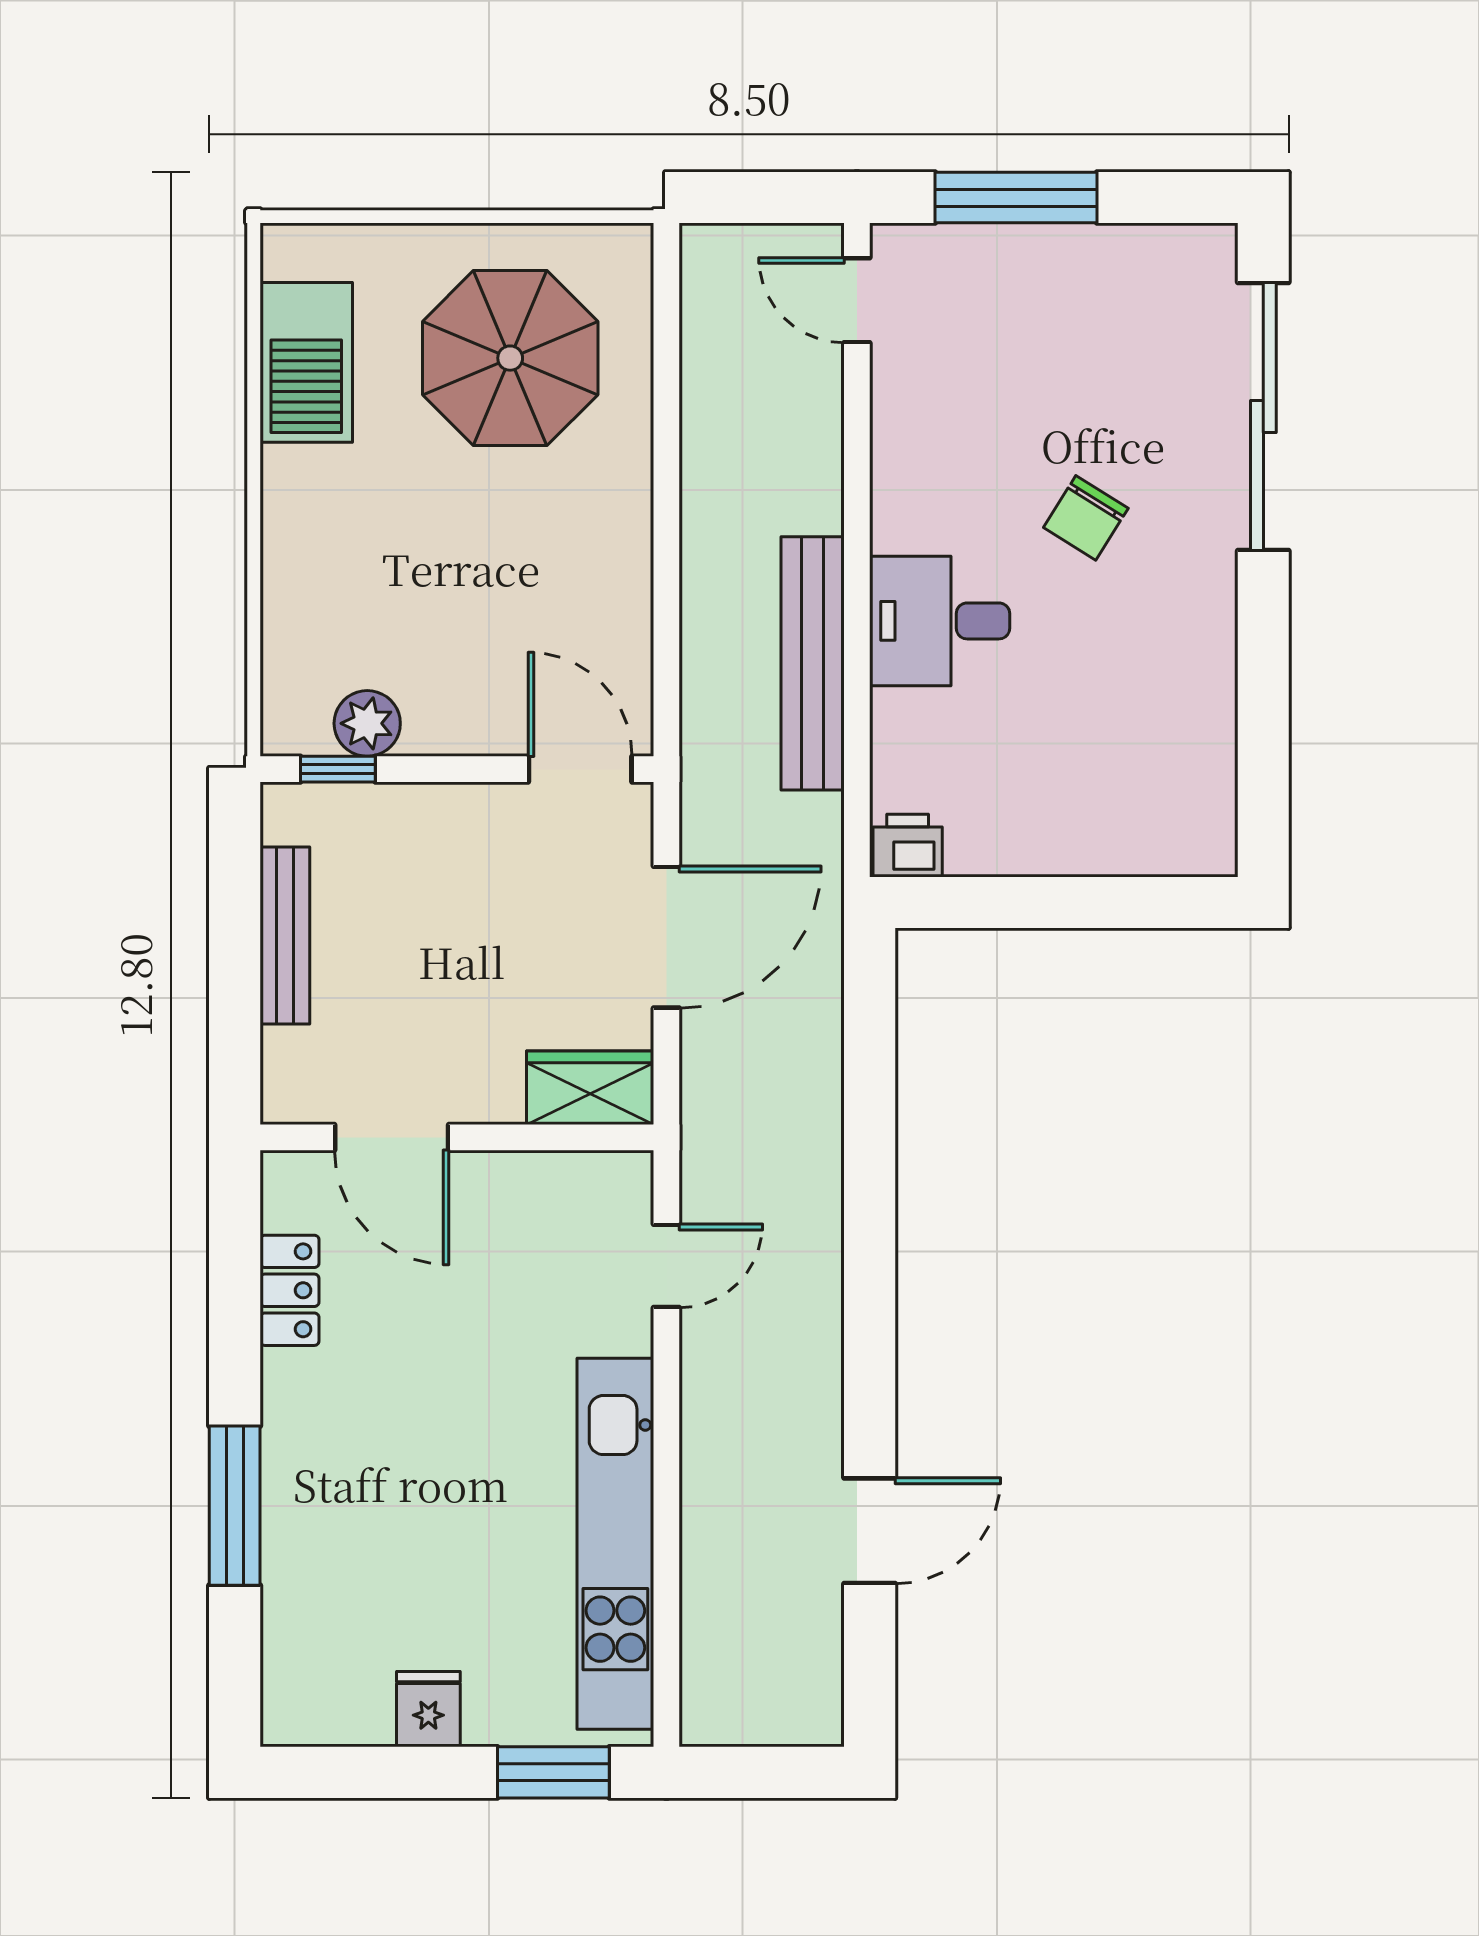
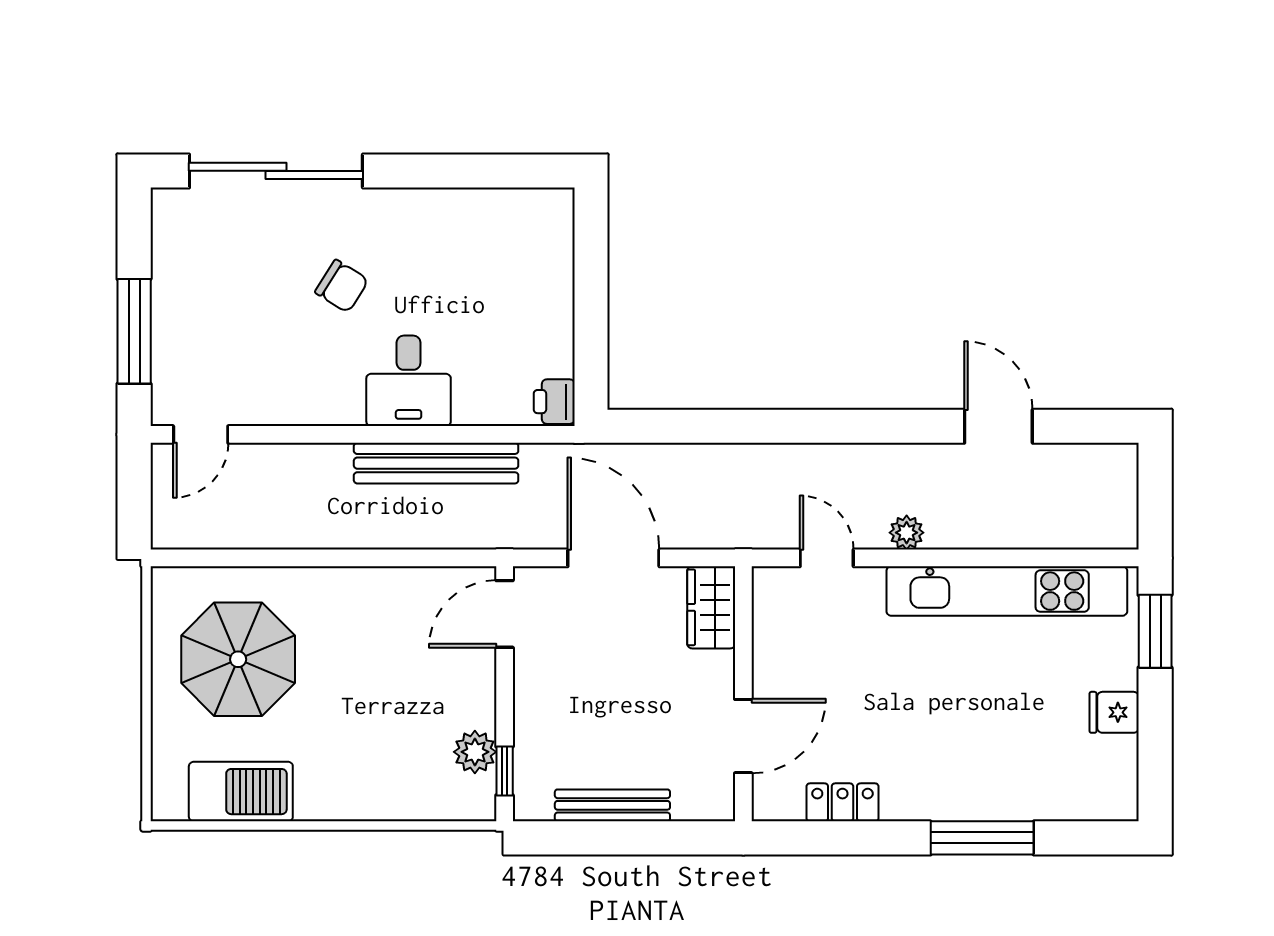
plant: (706, 1389) -> (907, 533), added

